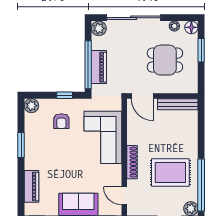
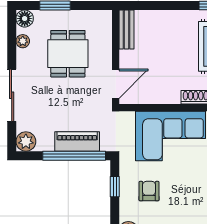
sliding door: (134, 18) -> (12, 95), width x0.73
bench: (178, 104) -> (127, 30), width x0.73
armchair: (61, 121) -> (149, 191), turned -90

